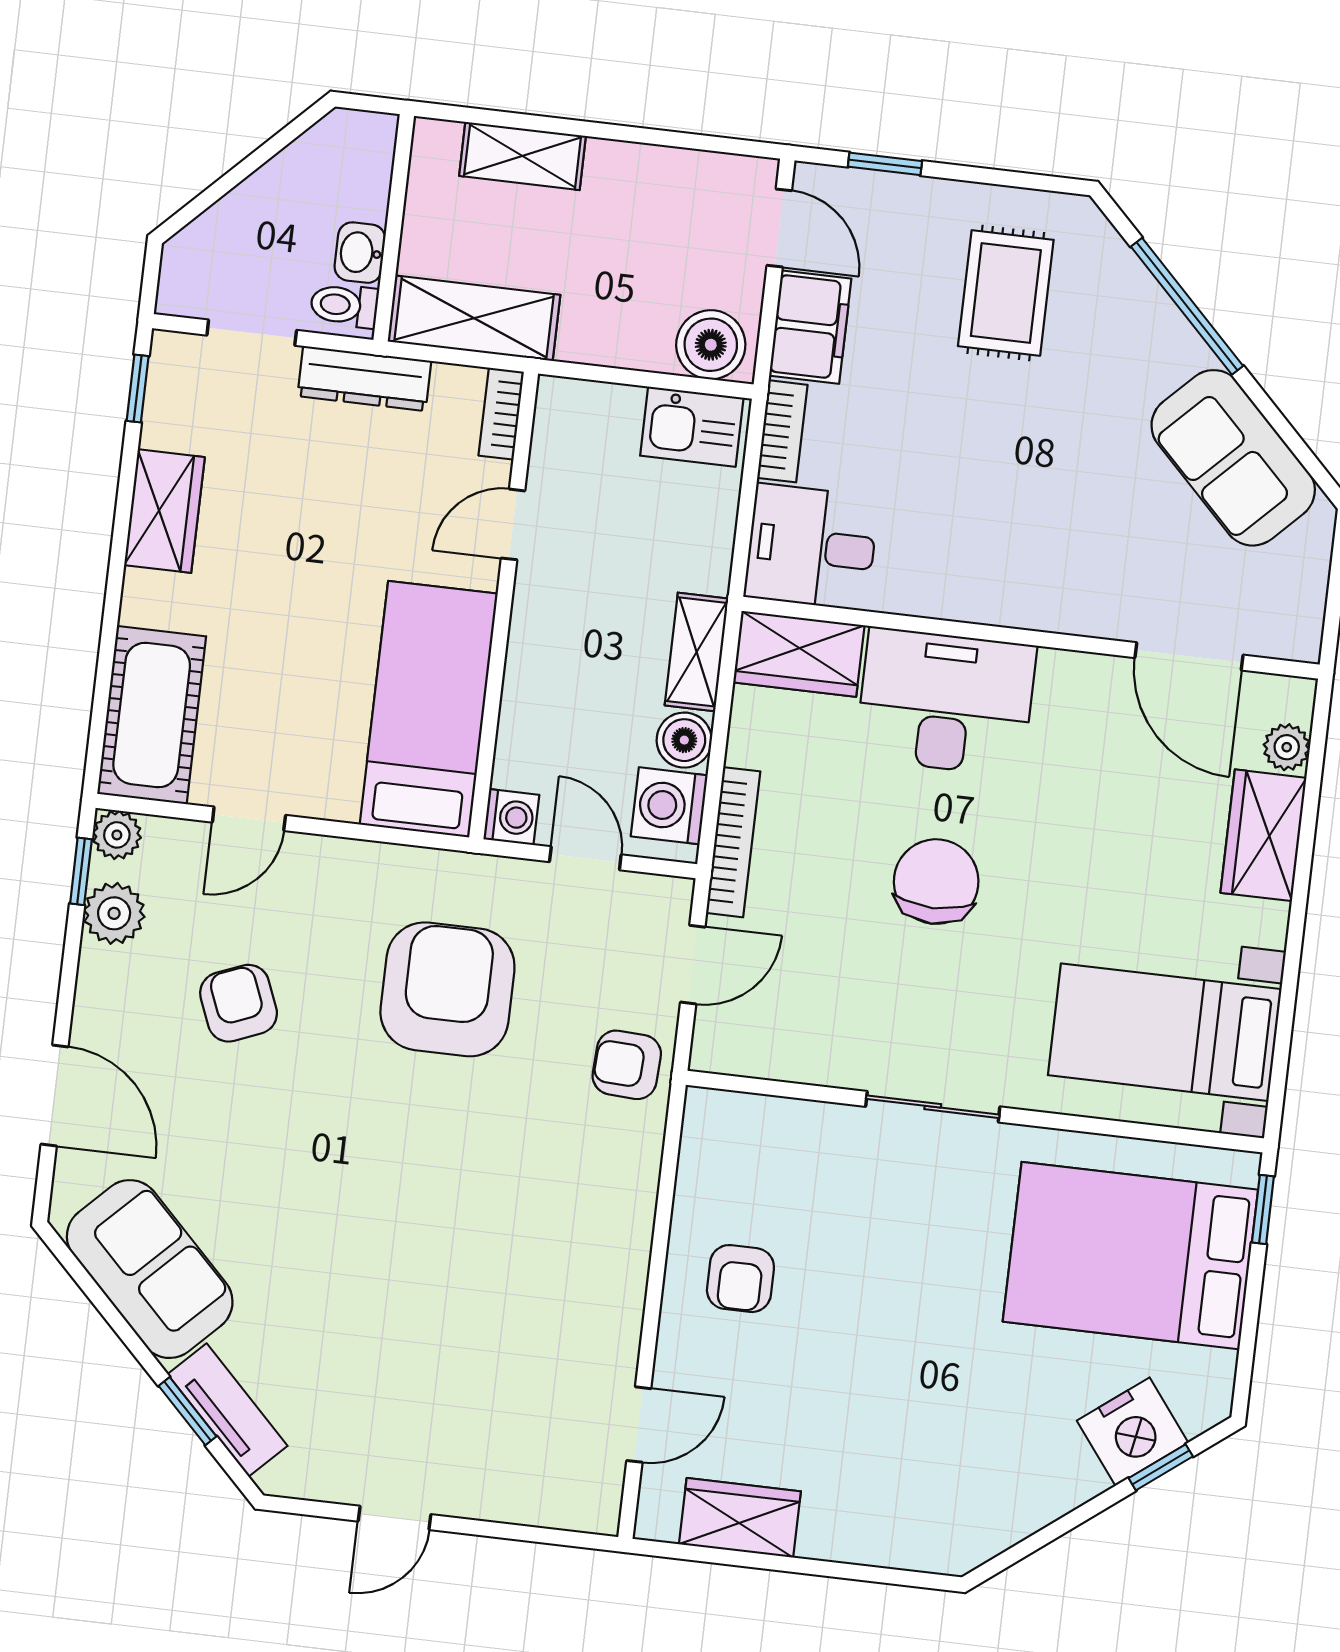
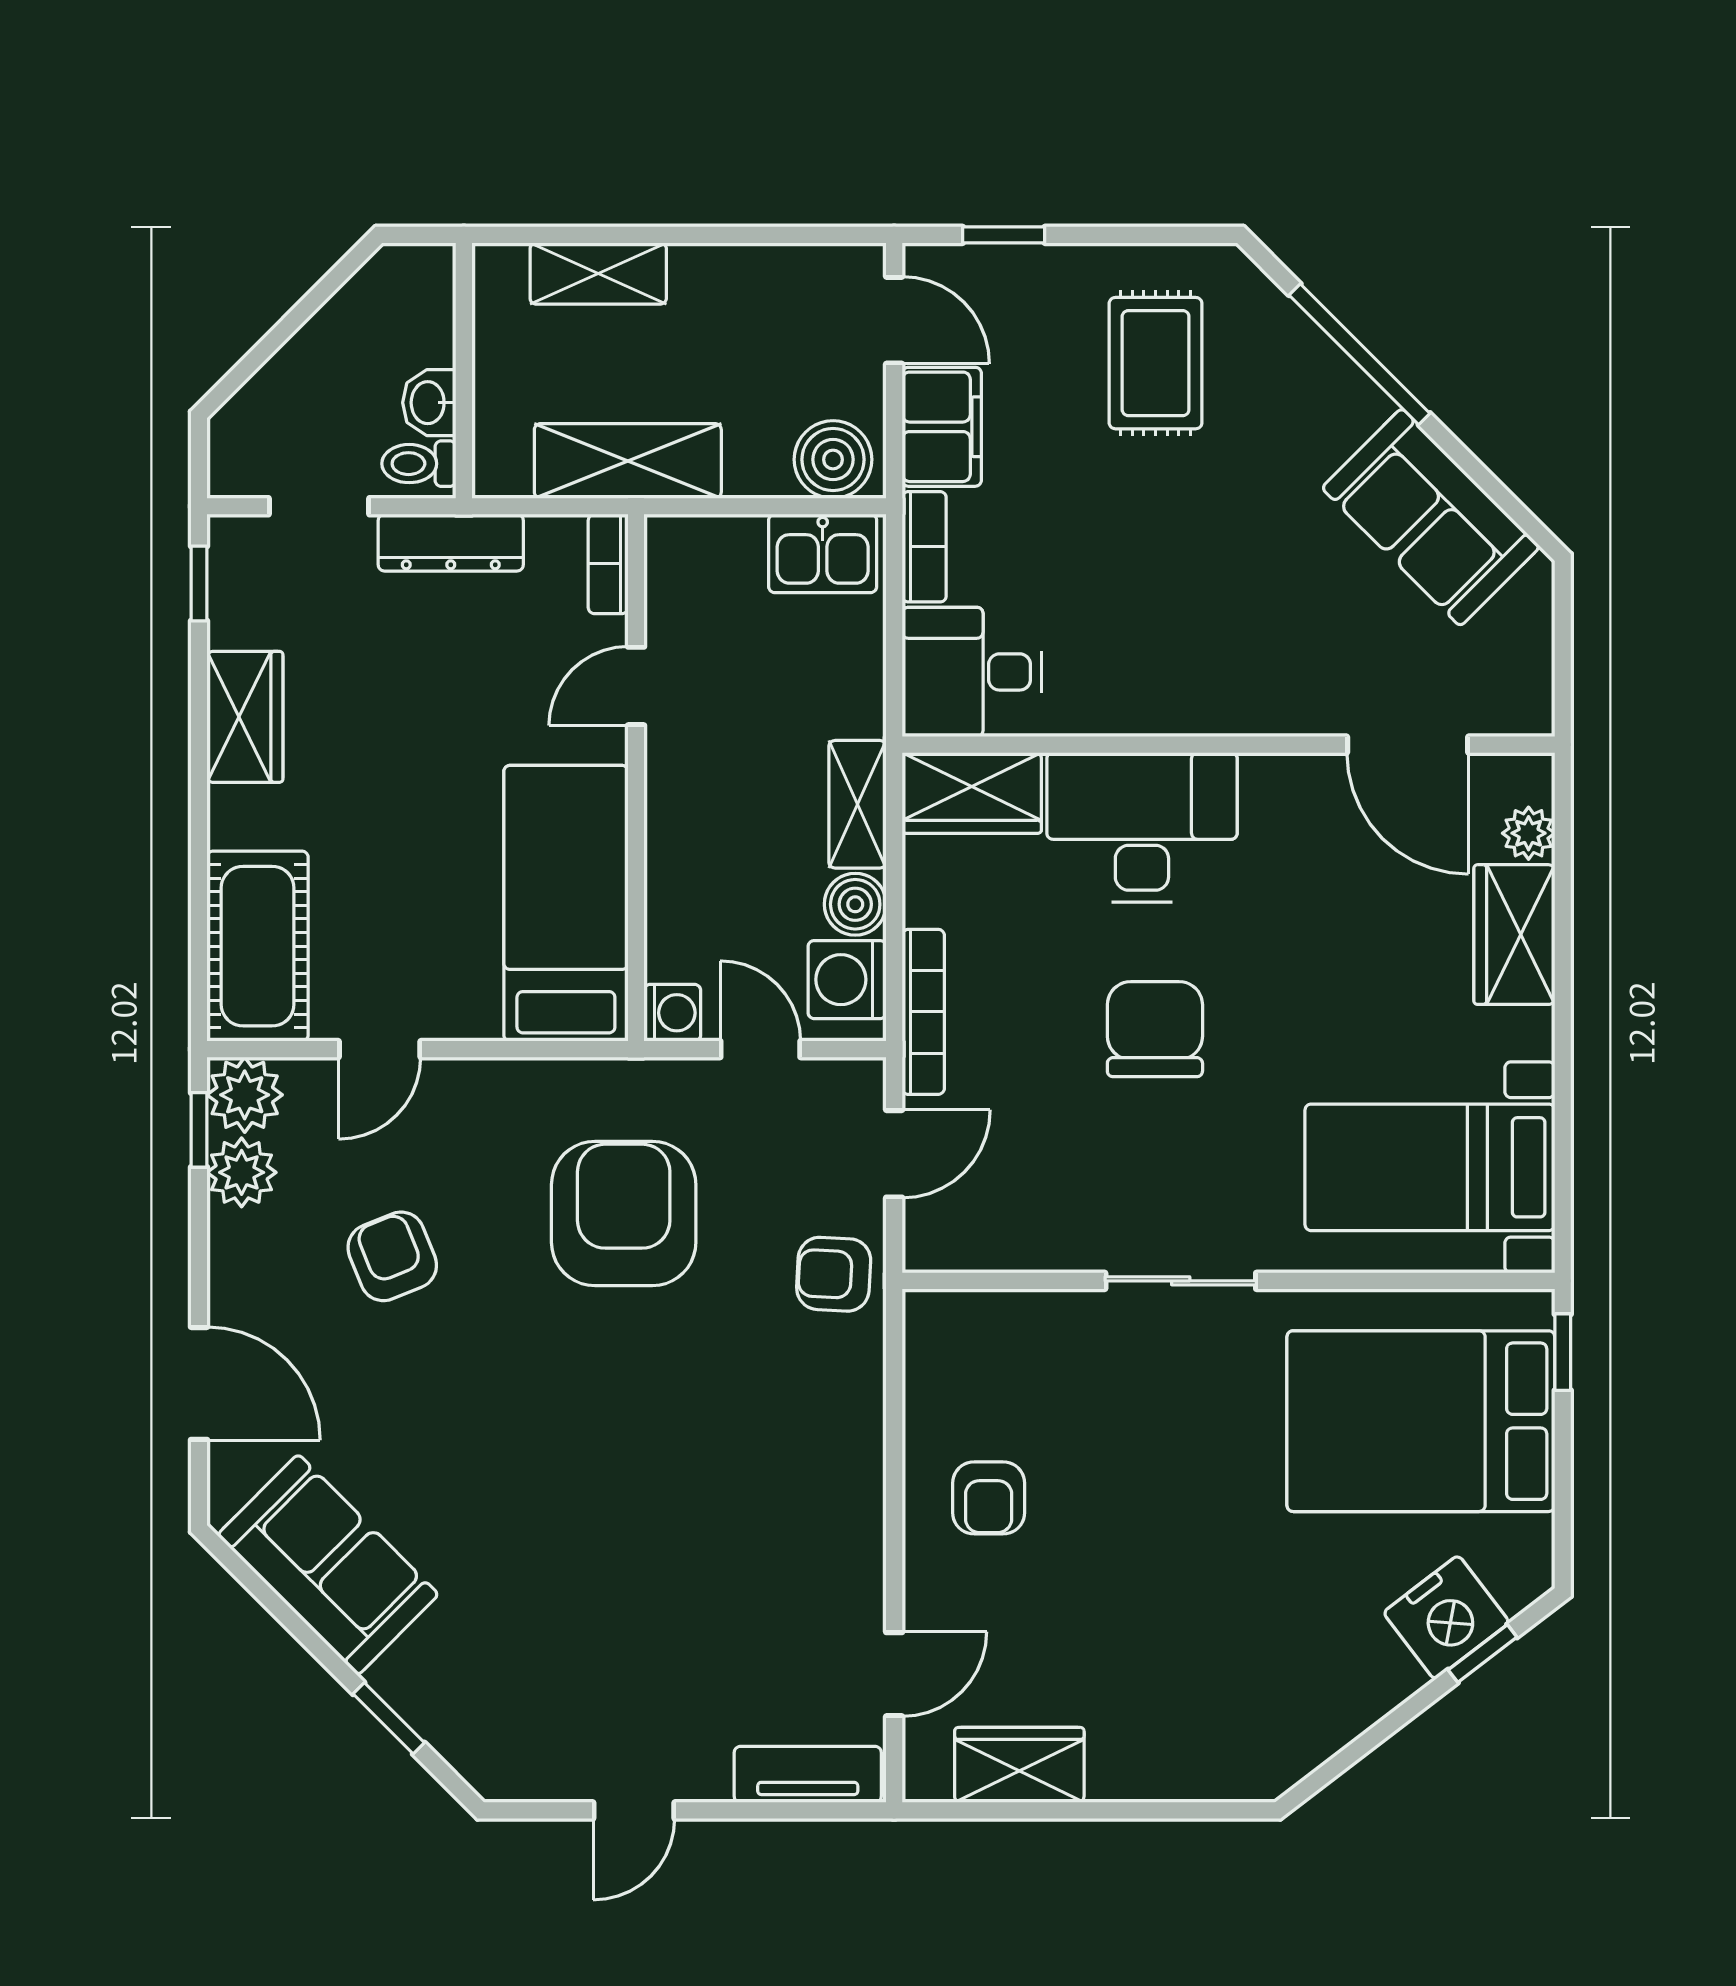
shelving: (474, 318) -> (628, 461), moved
plant: (117, 835) -> (245, 1095), width x1.38, depth x1.38
tv unit: (228, 1410) -> (808, 1774), moved, turned -45

